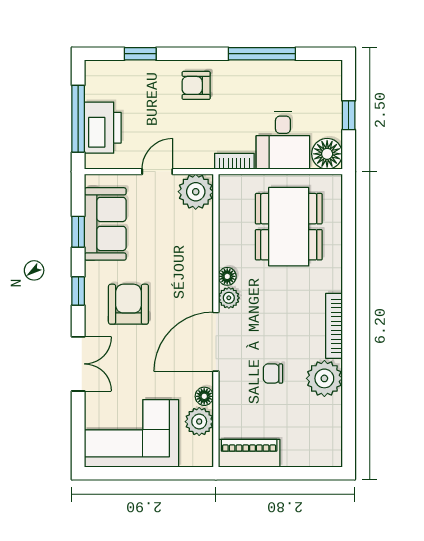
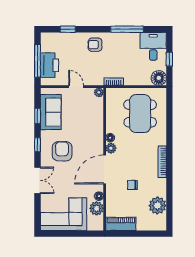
desk: (283, 140) -> (153, 46), moved, turned 180
door: (157, 172) -> (76, 87), hinge flipped
plant: (196, 192) -> (99, 92), width x0.53, depth x0.53
plant: (324, 378) -> (157, 206), moved

